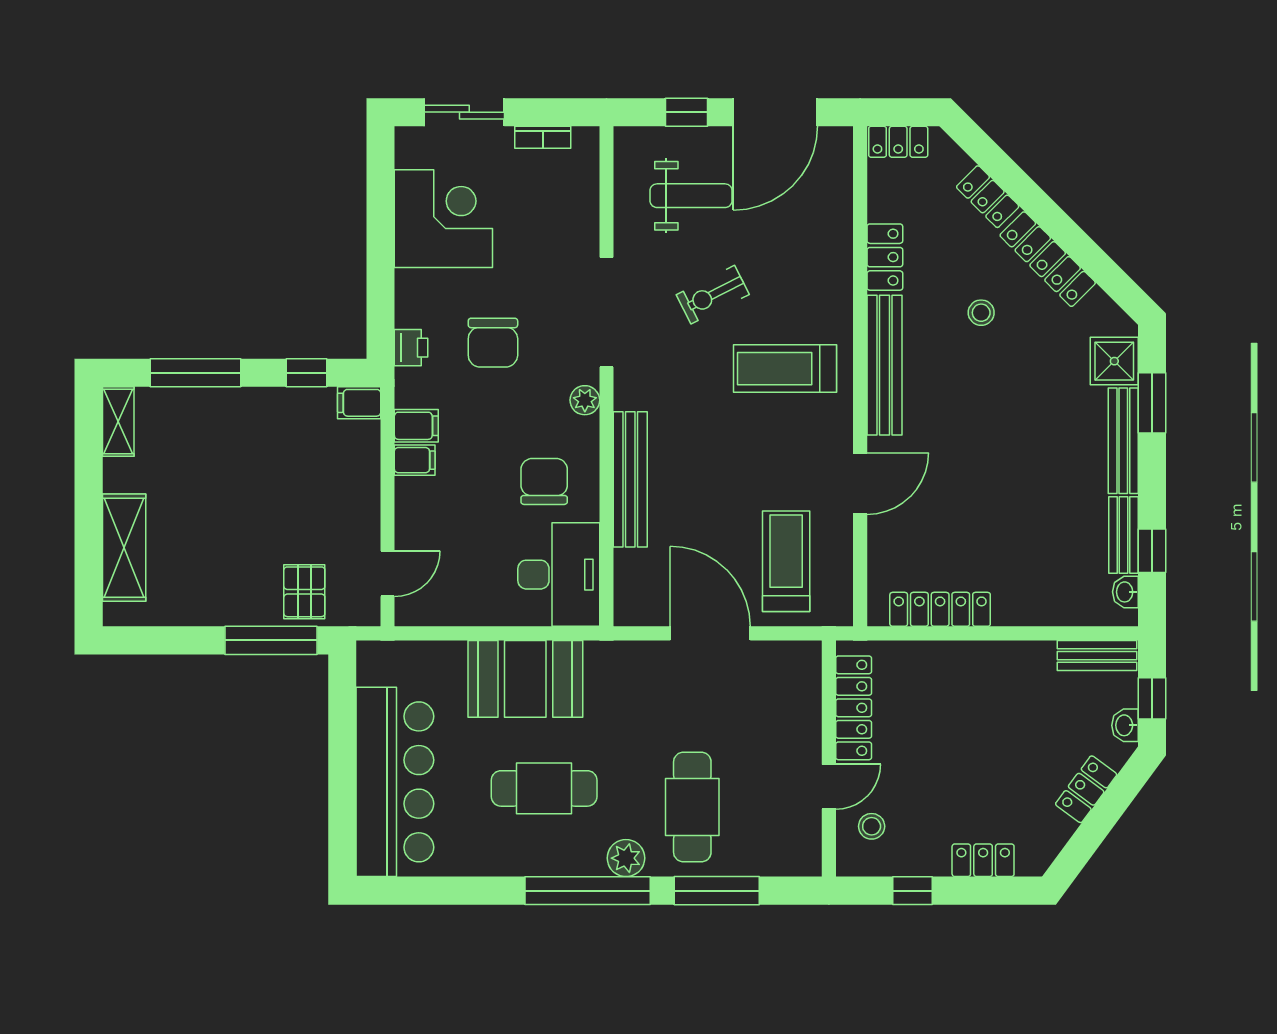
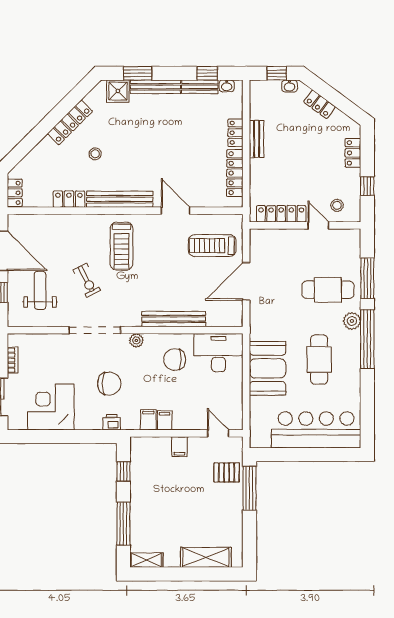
locker: (988, 197) -> (236, 133), moved, turned 135
filing cabinet: (359, 403) -> (179, 447), moved
bench: (1097, 656) -> (257, 139), moved

